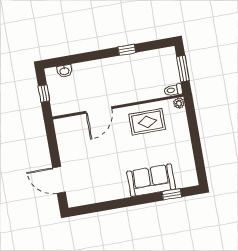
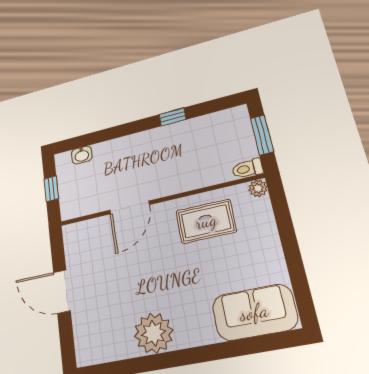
door: (59, 180) -> (62, 292), moved
sofa: (151, 180) -> (254, 312), moved
plant: (115, 188) -> (154, 333), added
window: (172, 194) -> (253, 345), removed

